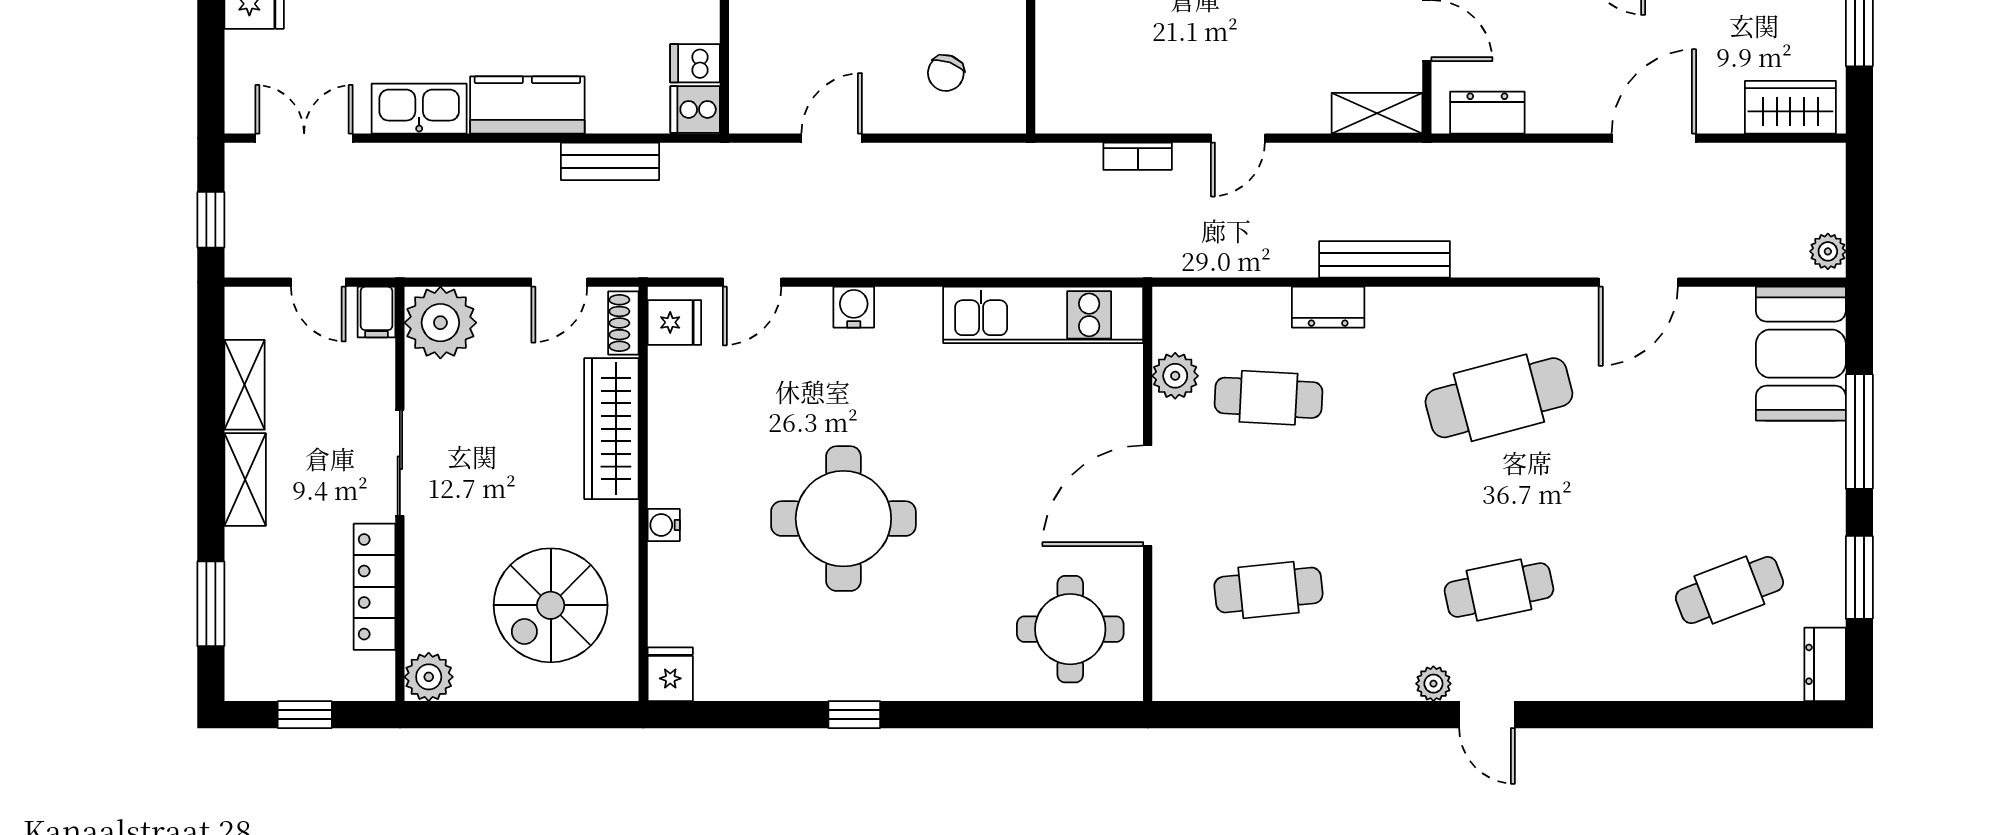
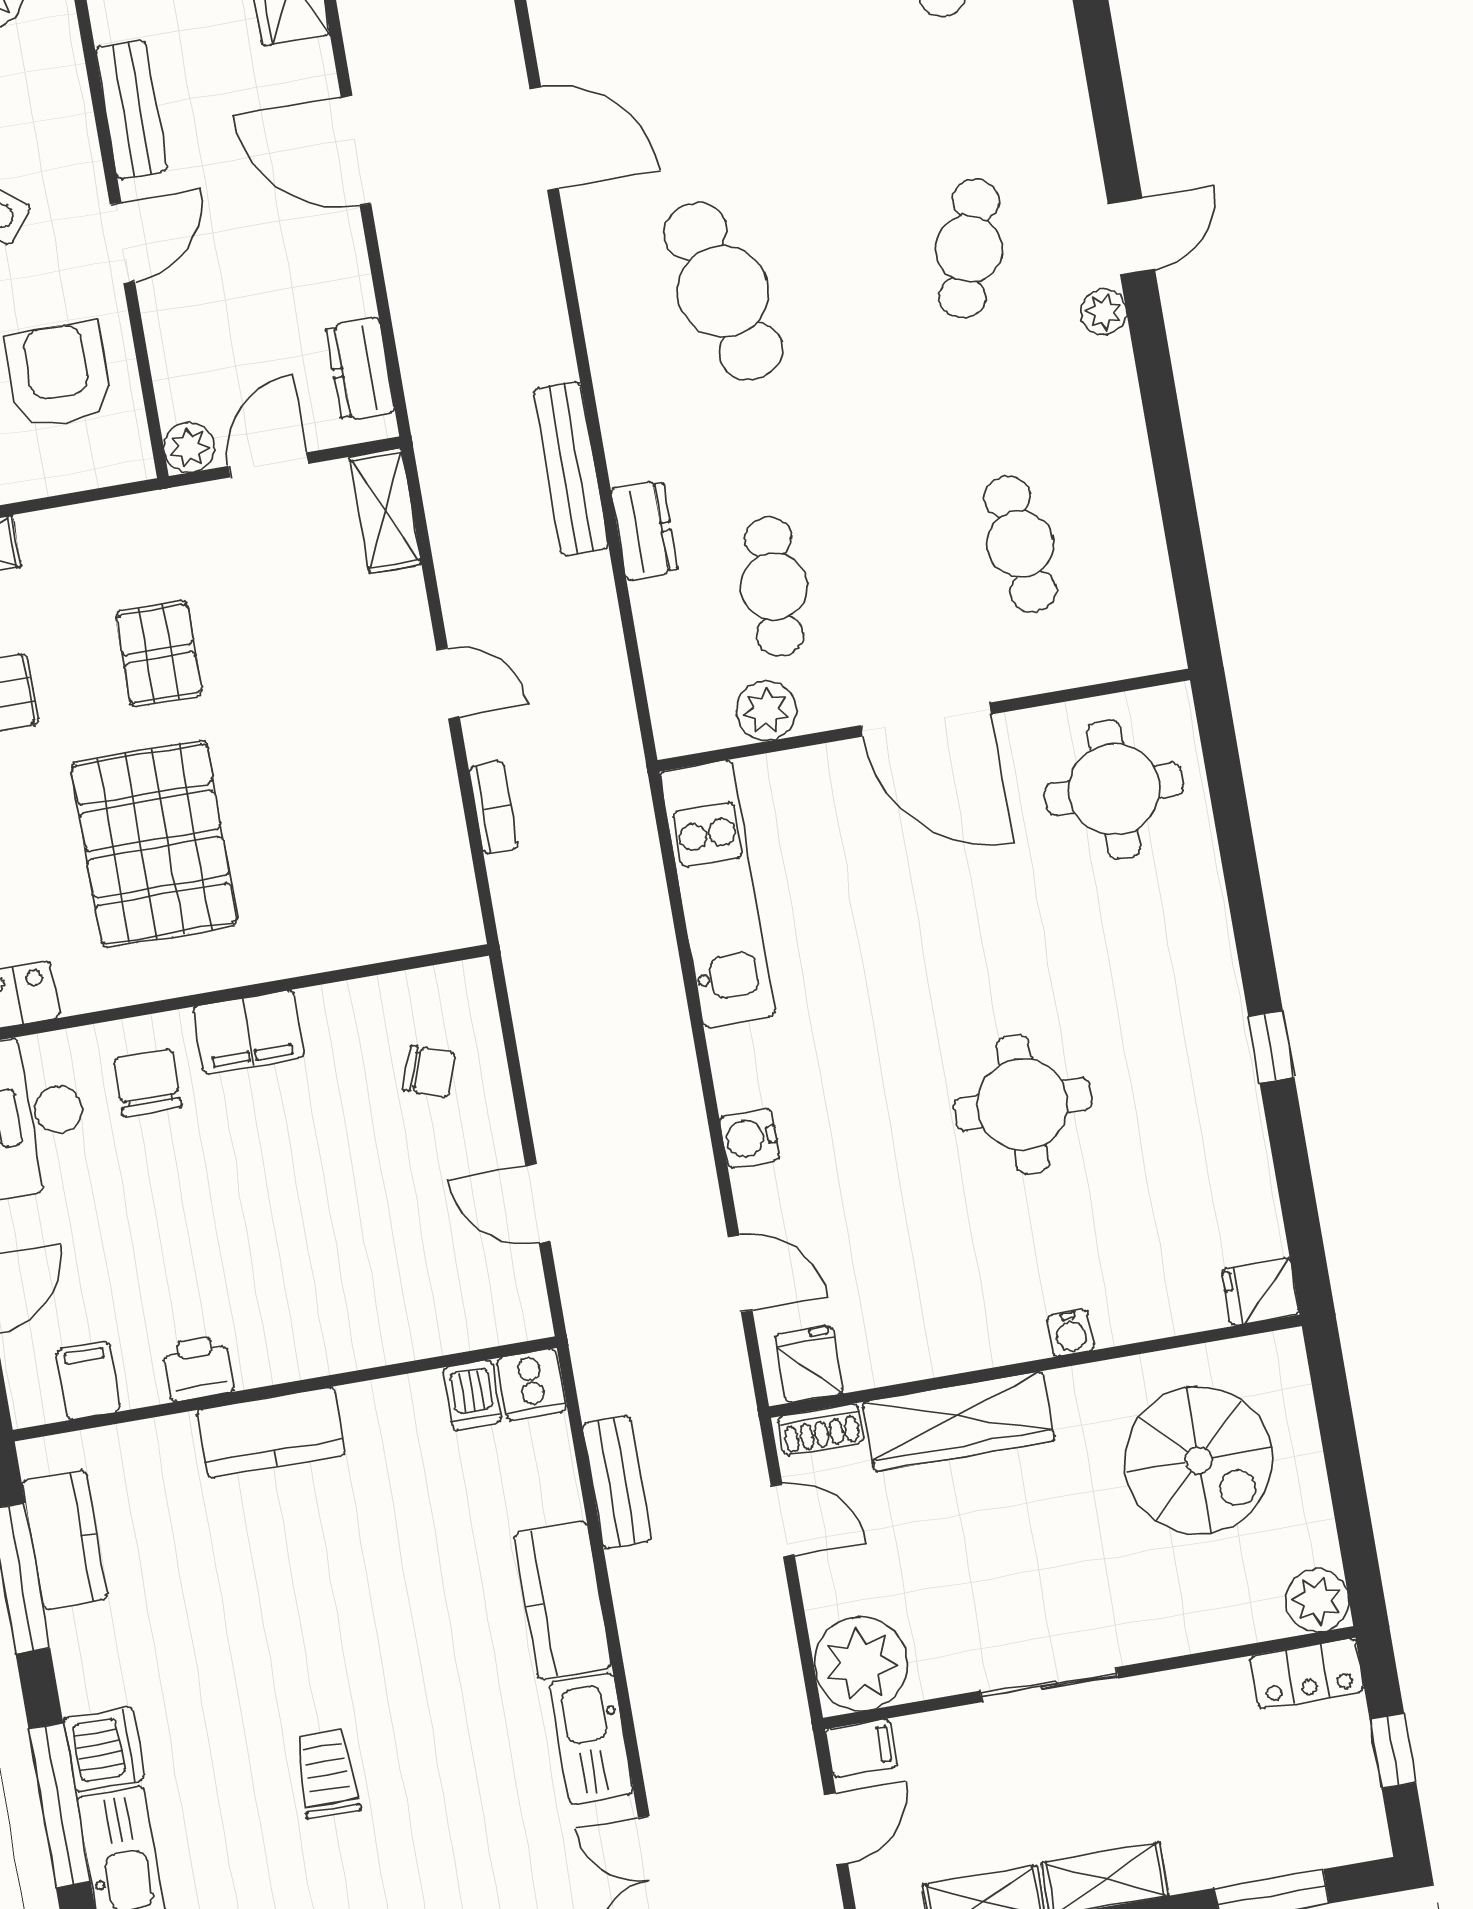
round table: (843, 519) -> (1023, 1104), width x0.73, depth x0.73
locker: (375, 587) -> (1307, 1674), moved, width x0.66
cafe table: (1499, 590) -> (969, 249), turned 30

